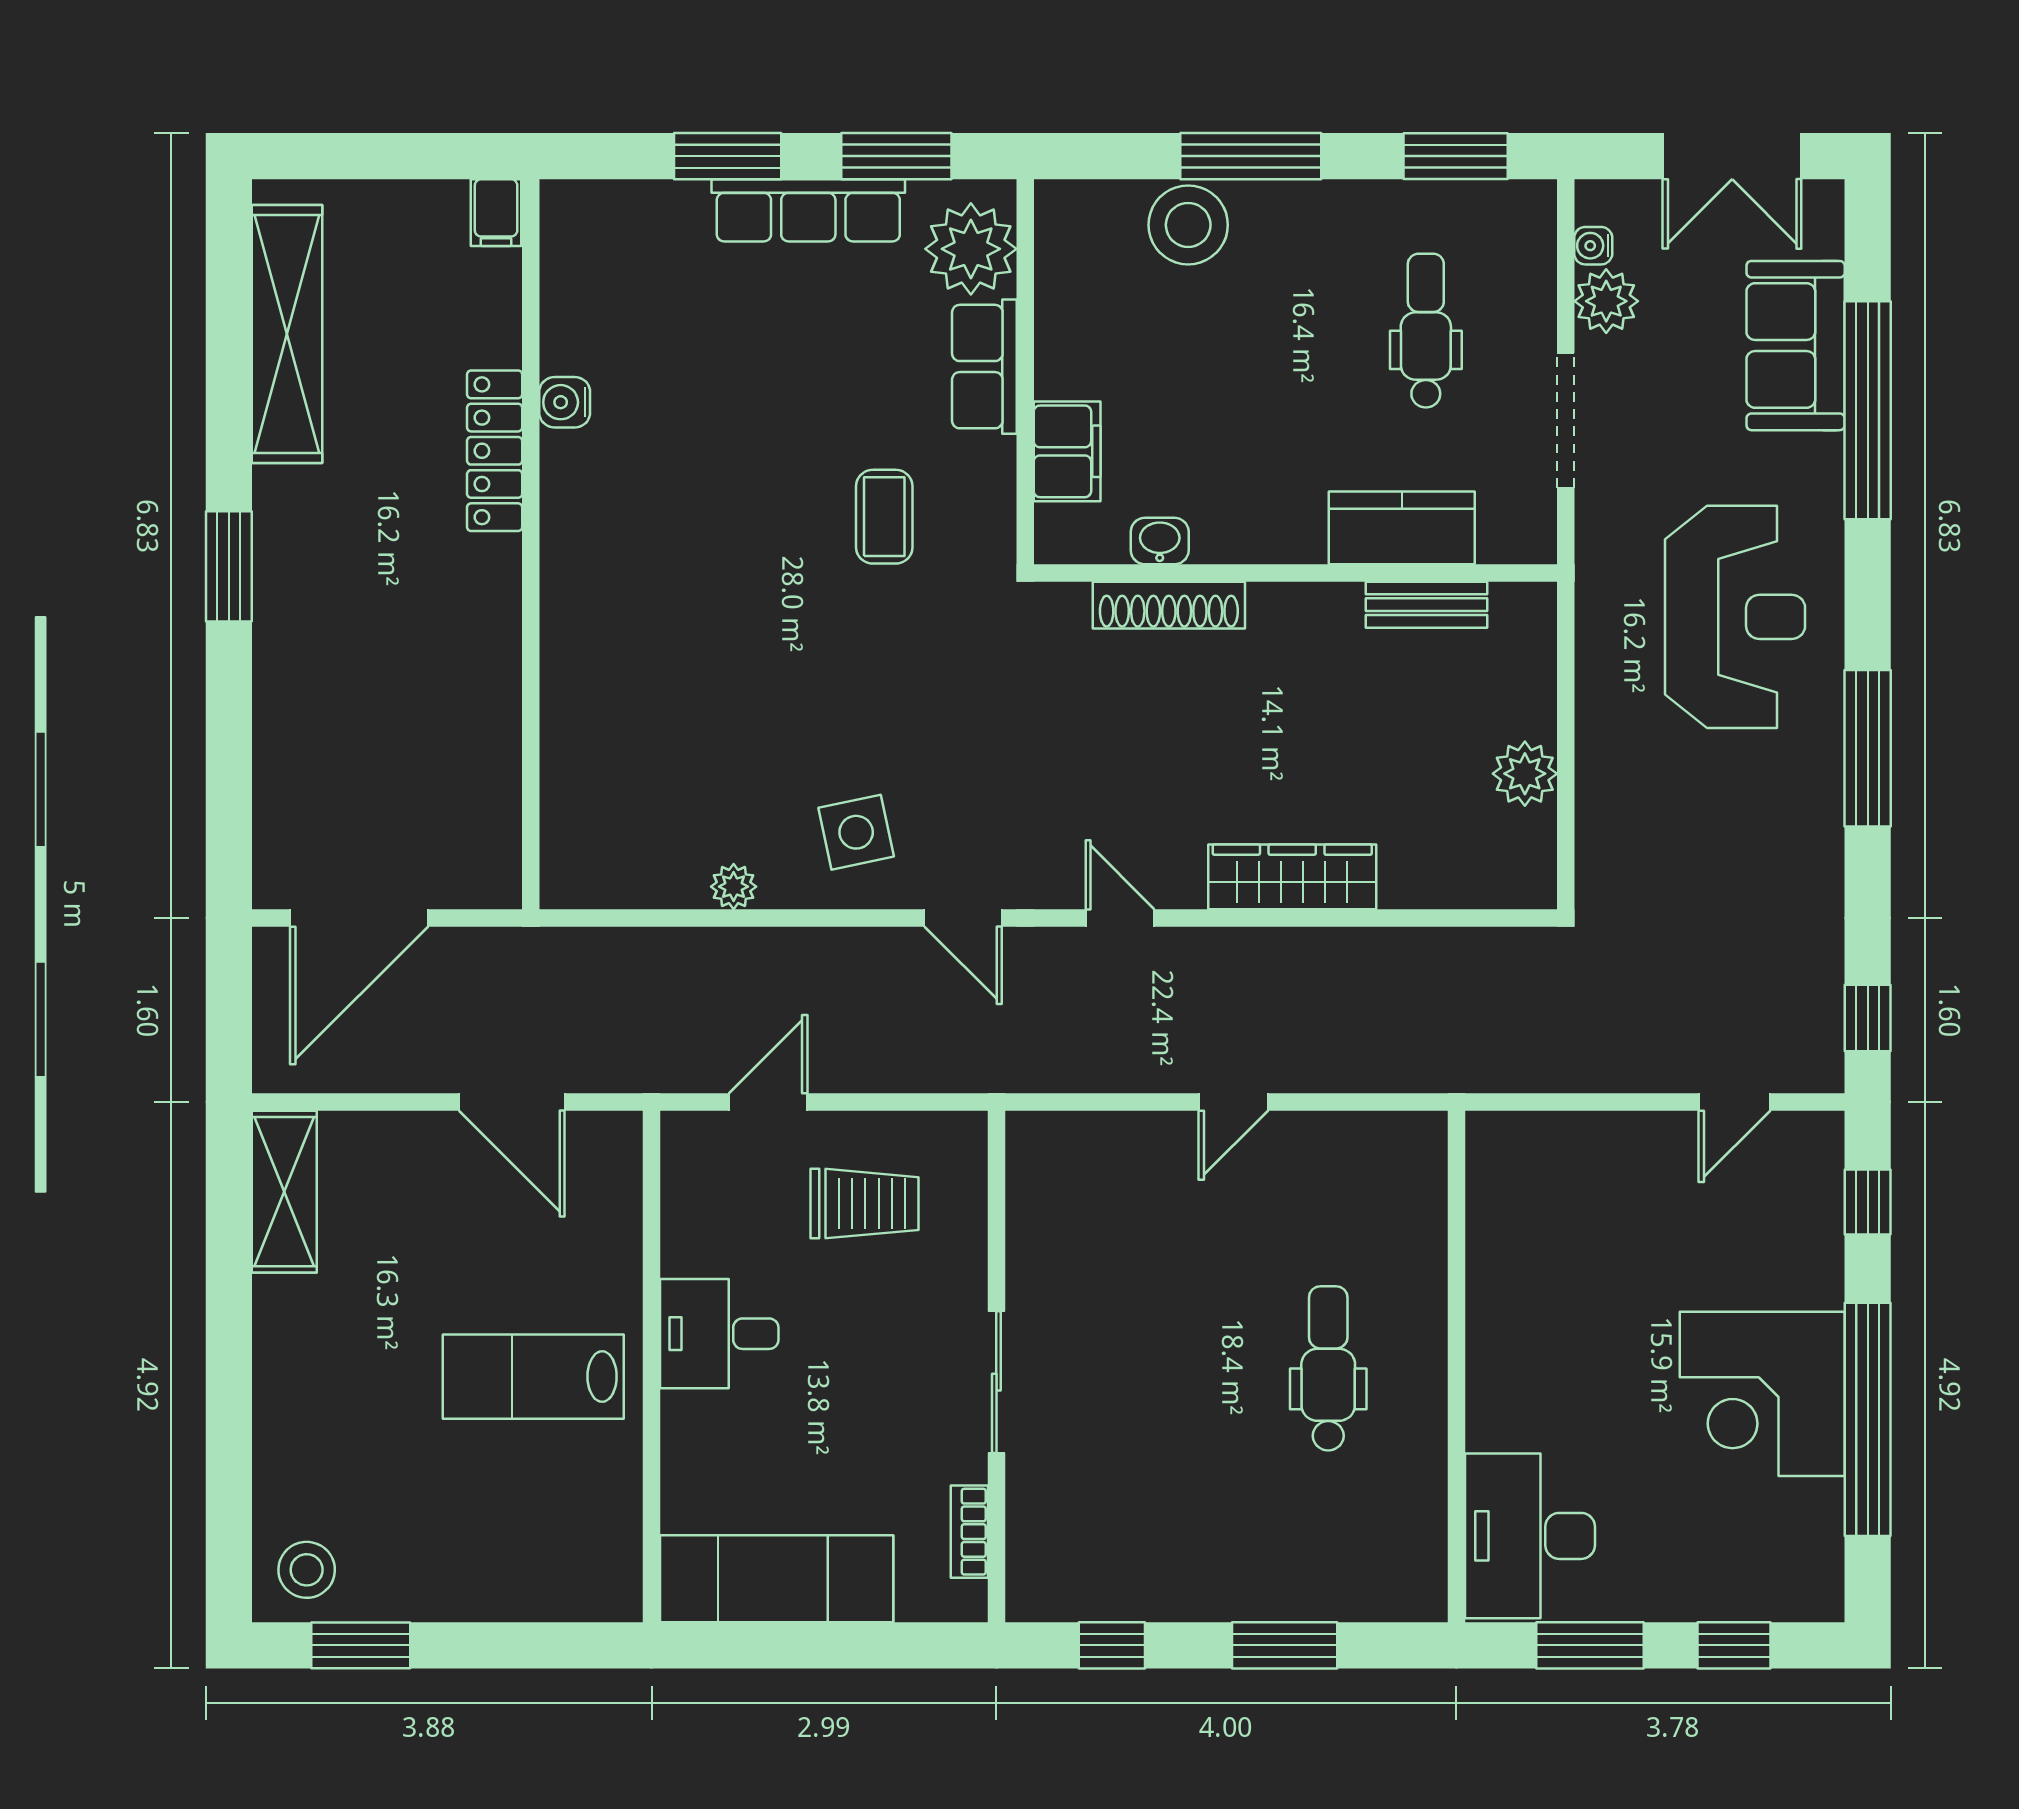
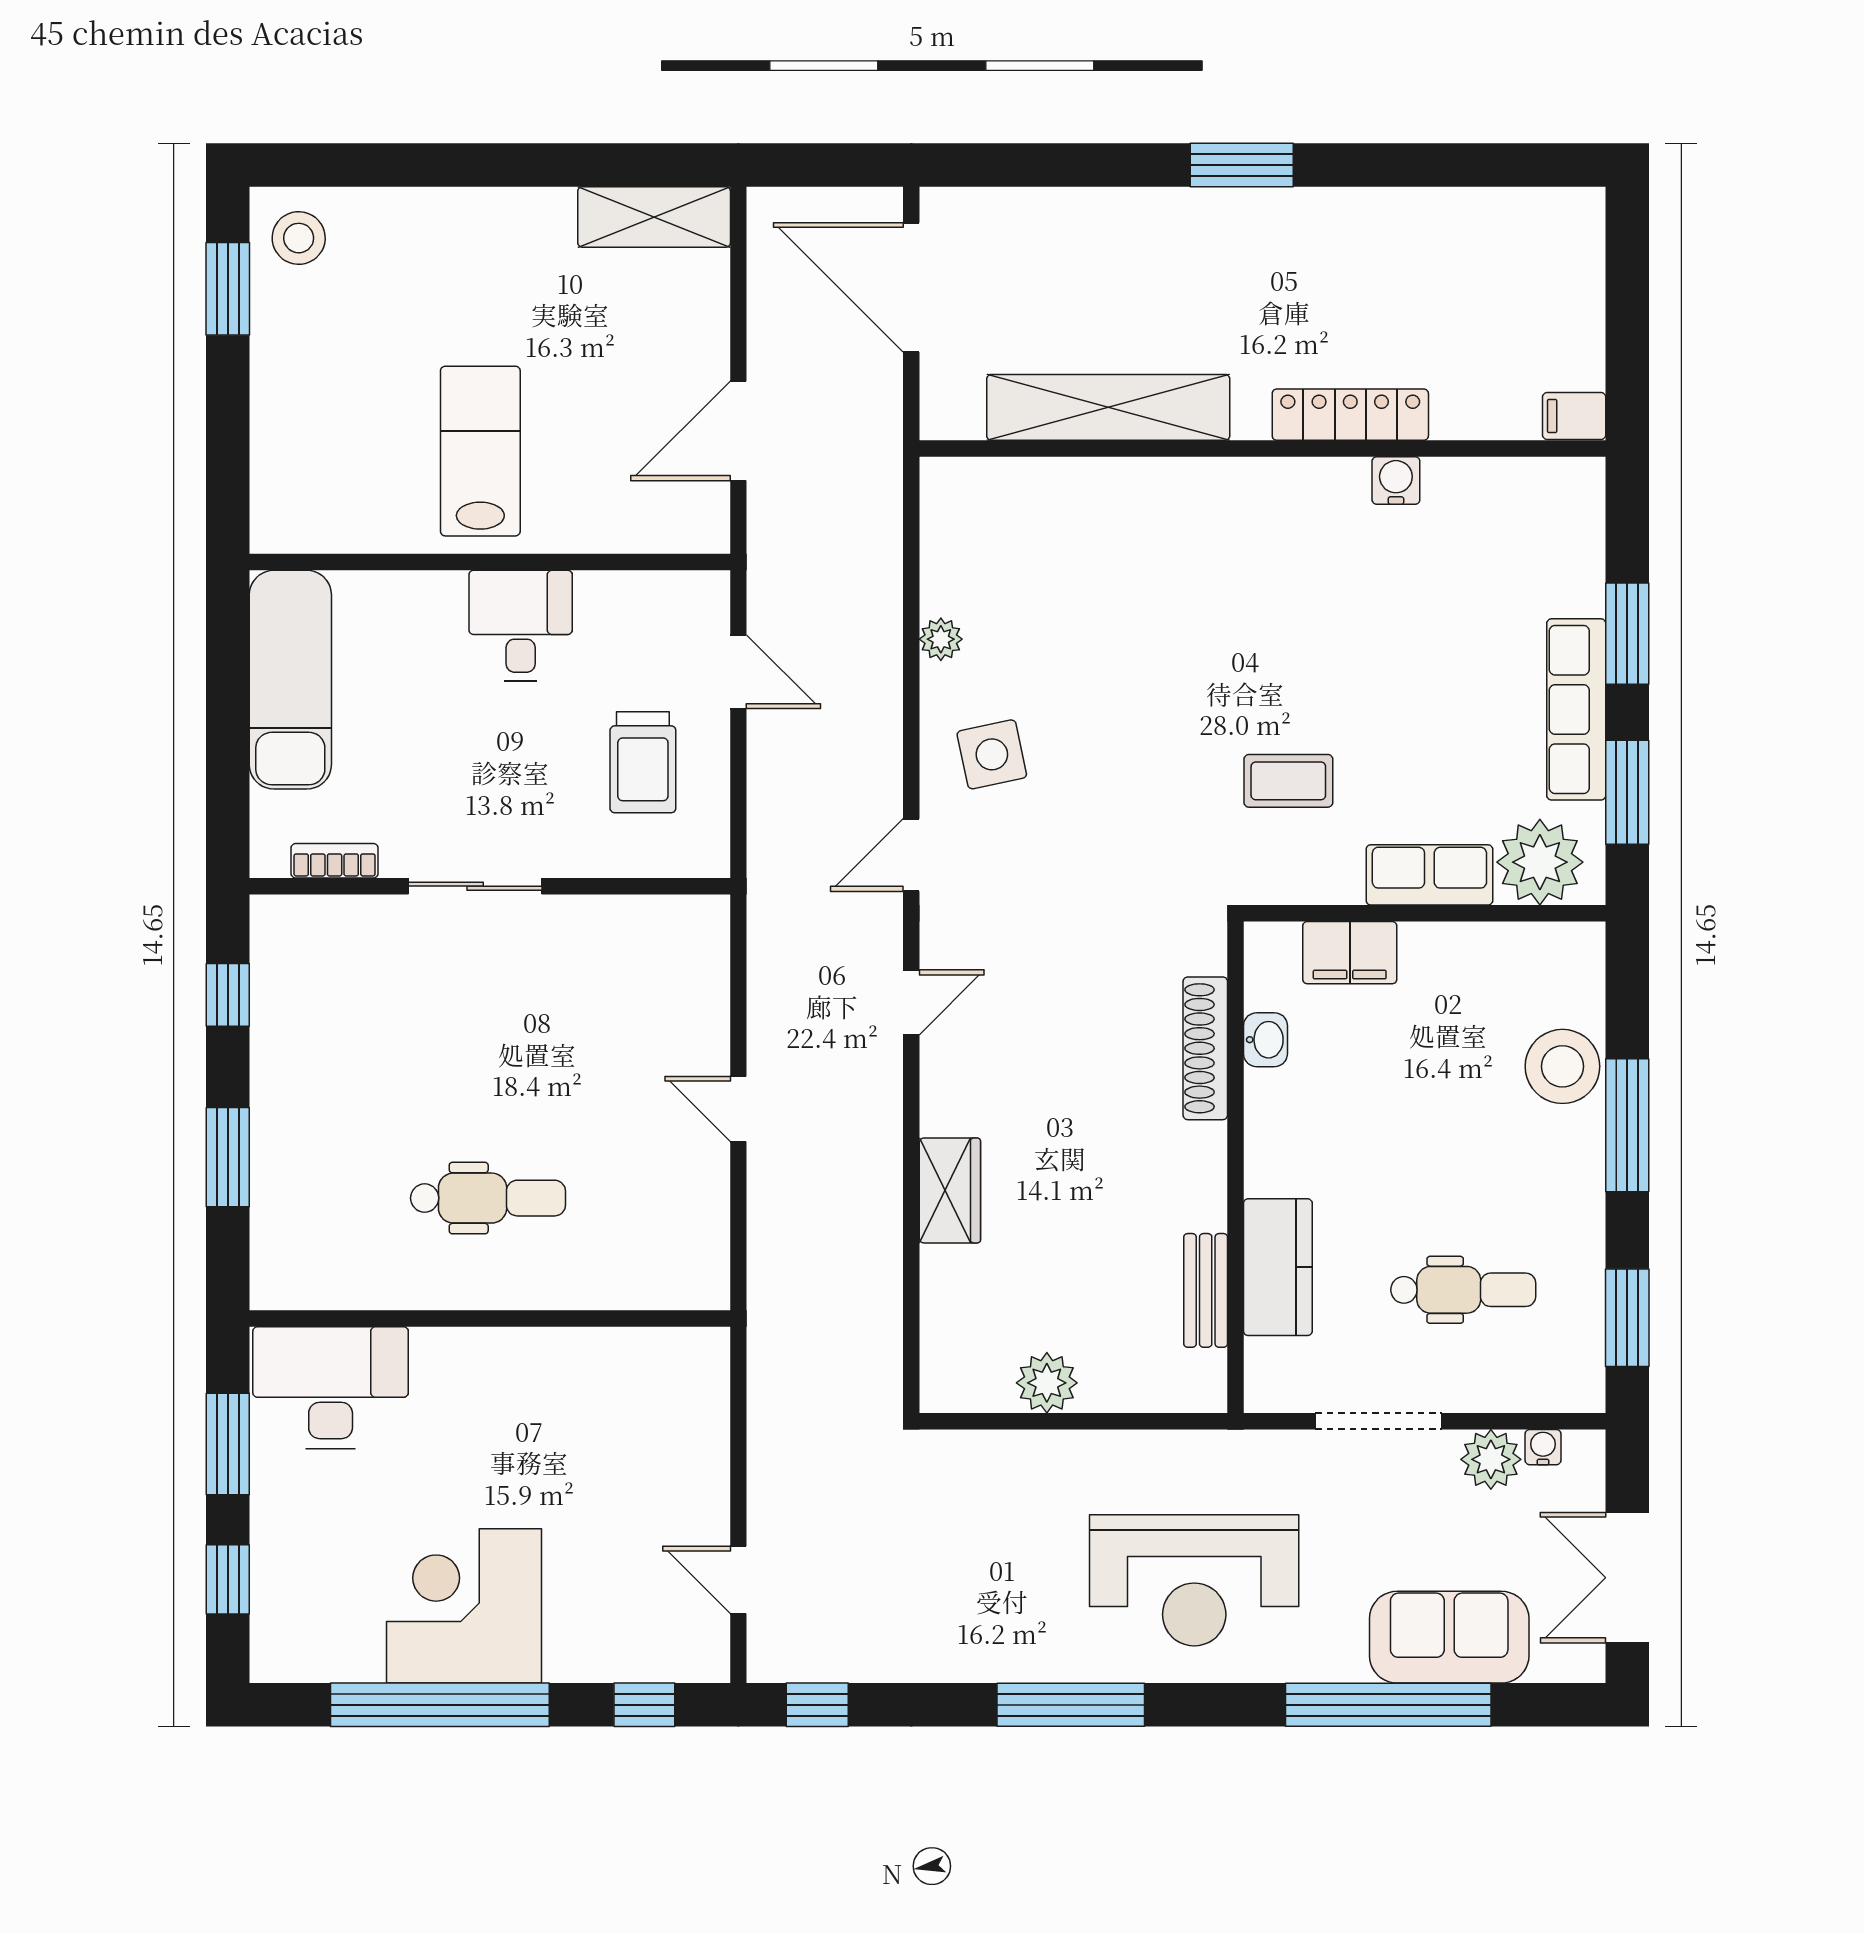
shelving: (287, 334) -> (1108, 407), moved
wardrobe: (1292, 877) -> (950, 1190), width x0.67

